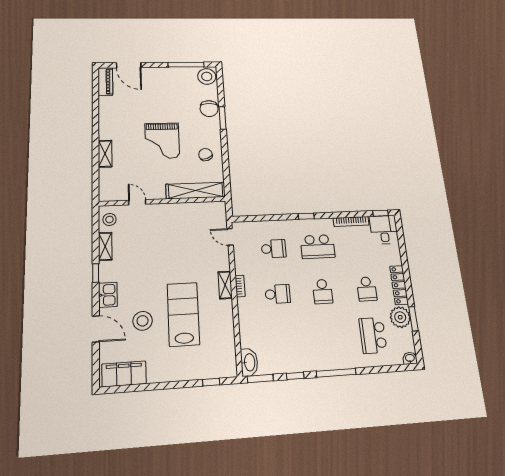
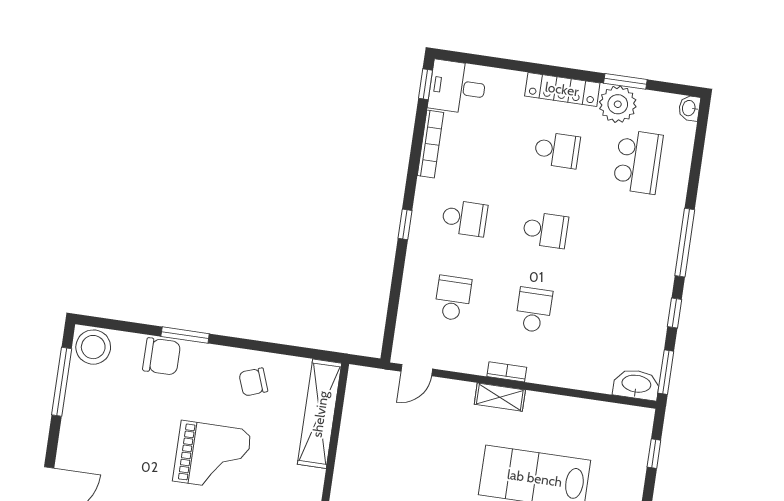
school desk: (318, 247) -> (465, 218), width x0.54
school desk: (373, 335) -> (638, 162), turned -90

